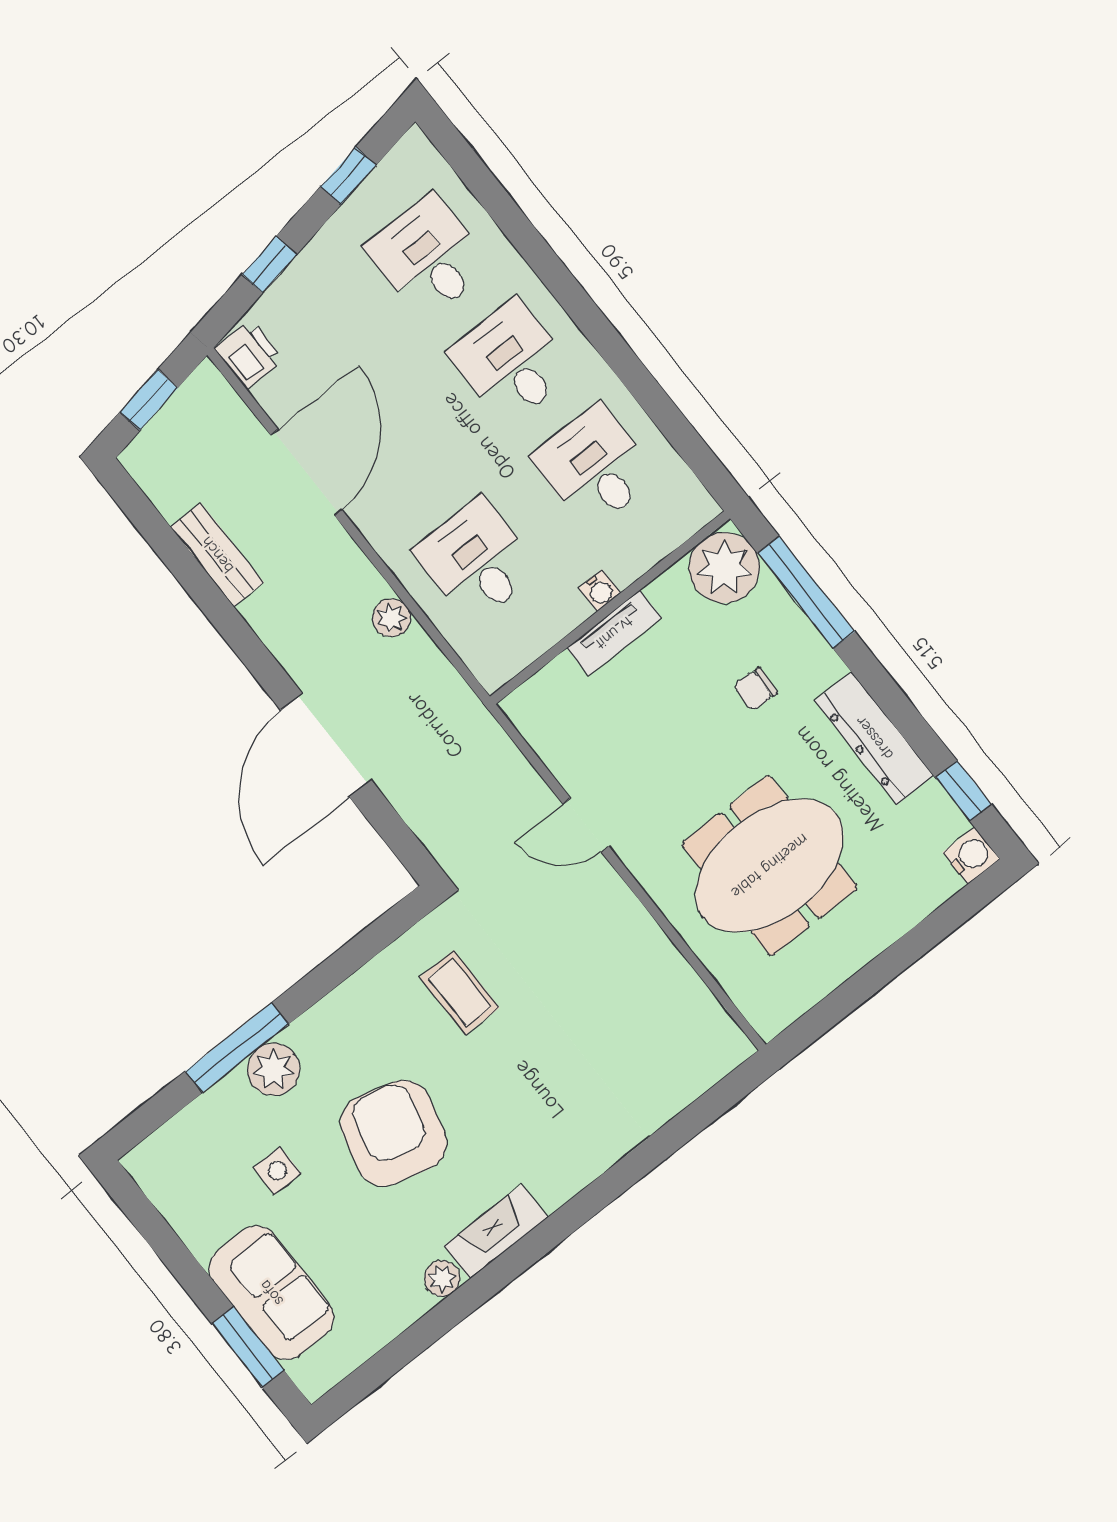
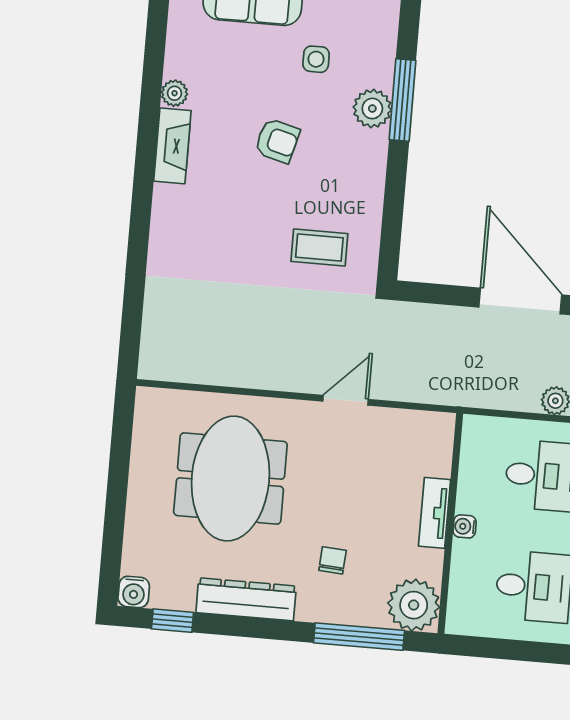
armchair: (394, 1133) -> (277, 141), width x0.53, depth x0.53

